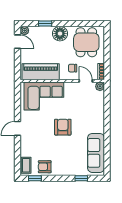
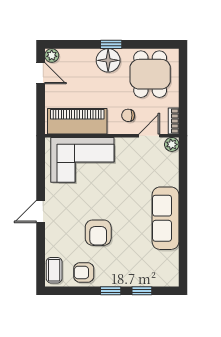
window: (45, 24) -> (111, 44), moved
door: (86, 81) -> (149, 136), hinge flipped
armchair: (63, 127) -> (98, 233), moved, turned 180
sofa: (96, 153) -> (165, 218), moved
window: (35, 178) -> (111, 291), moved

